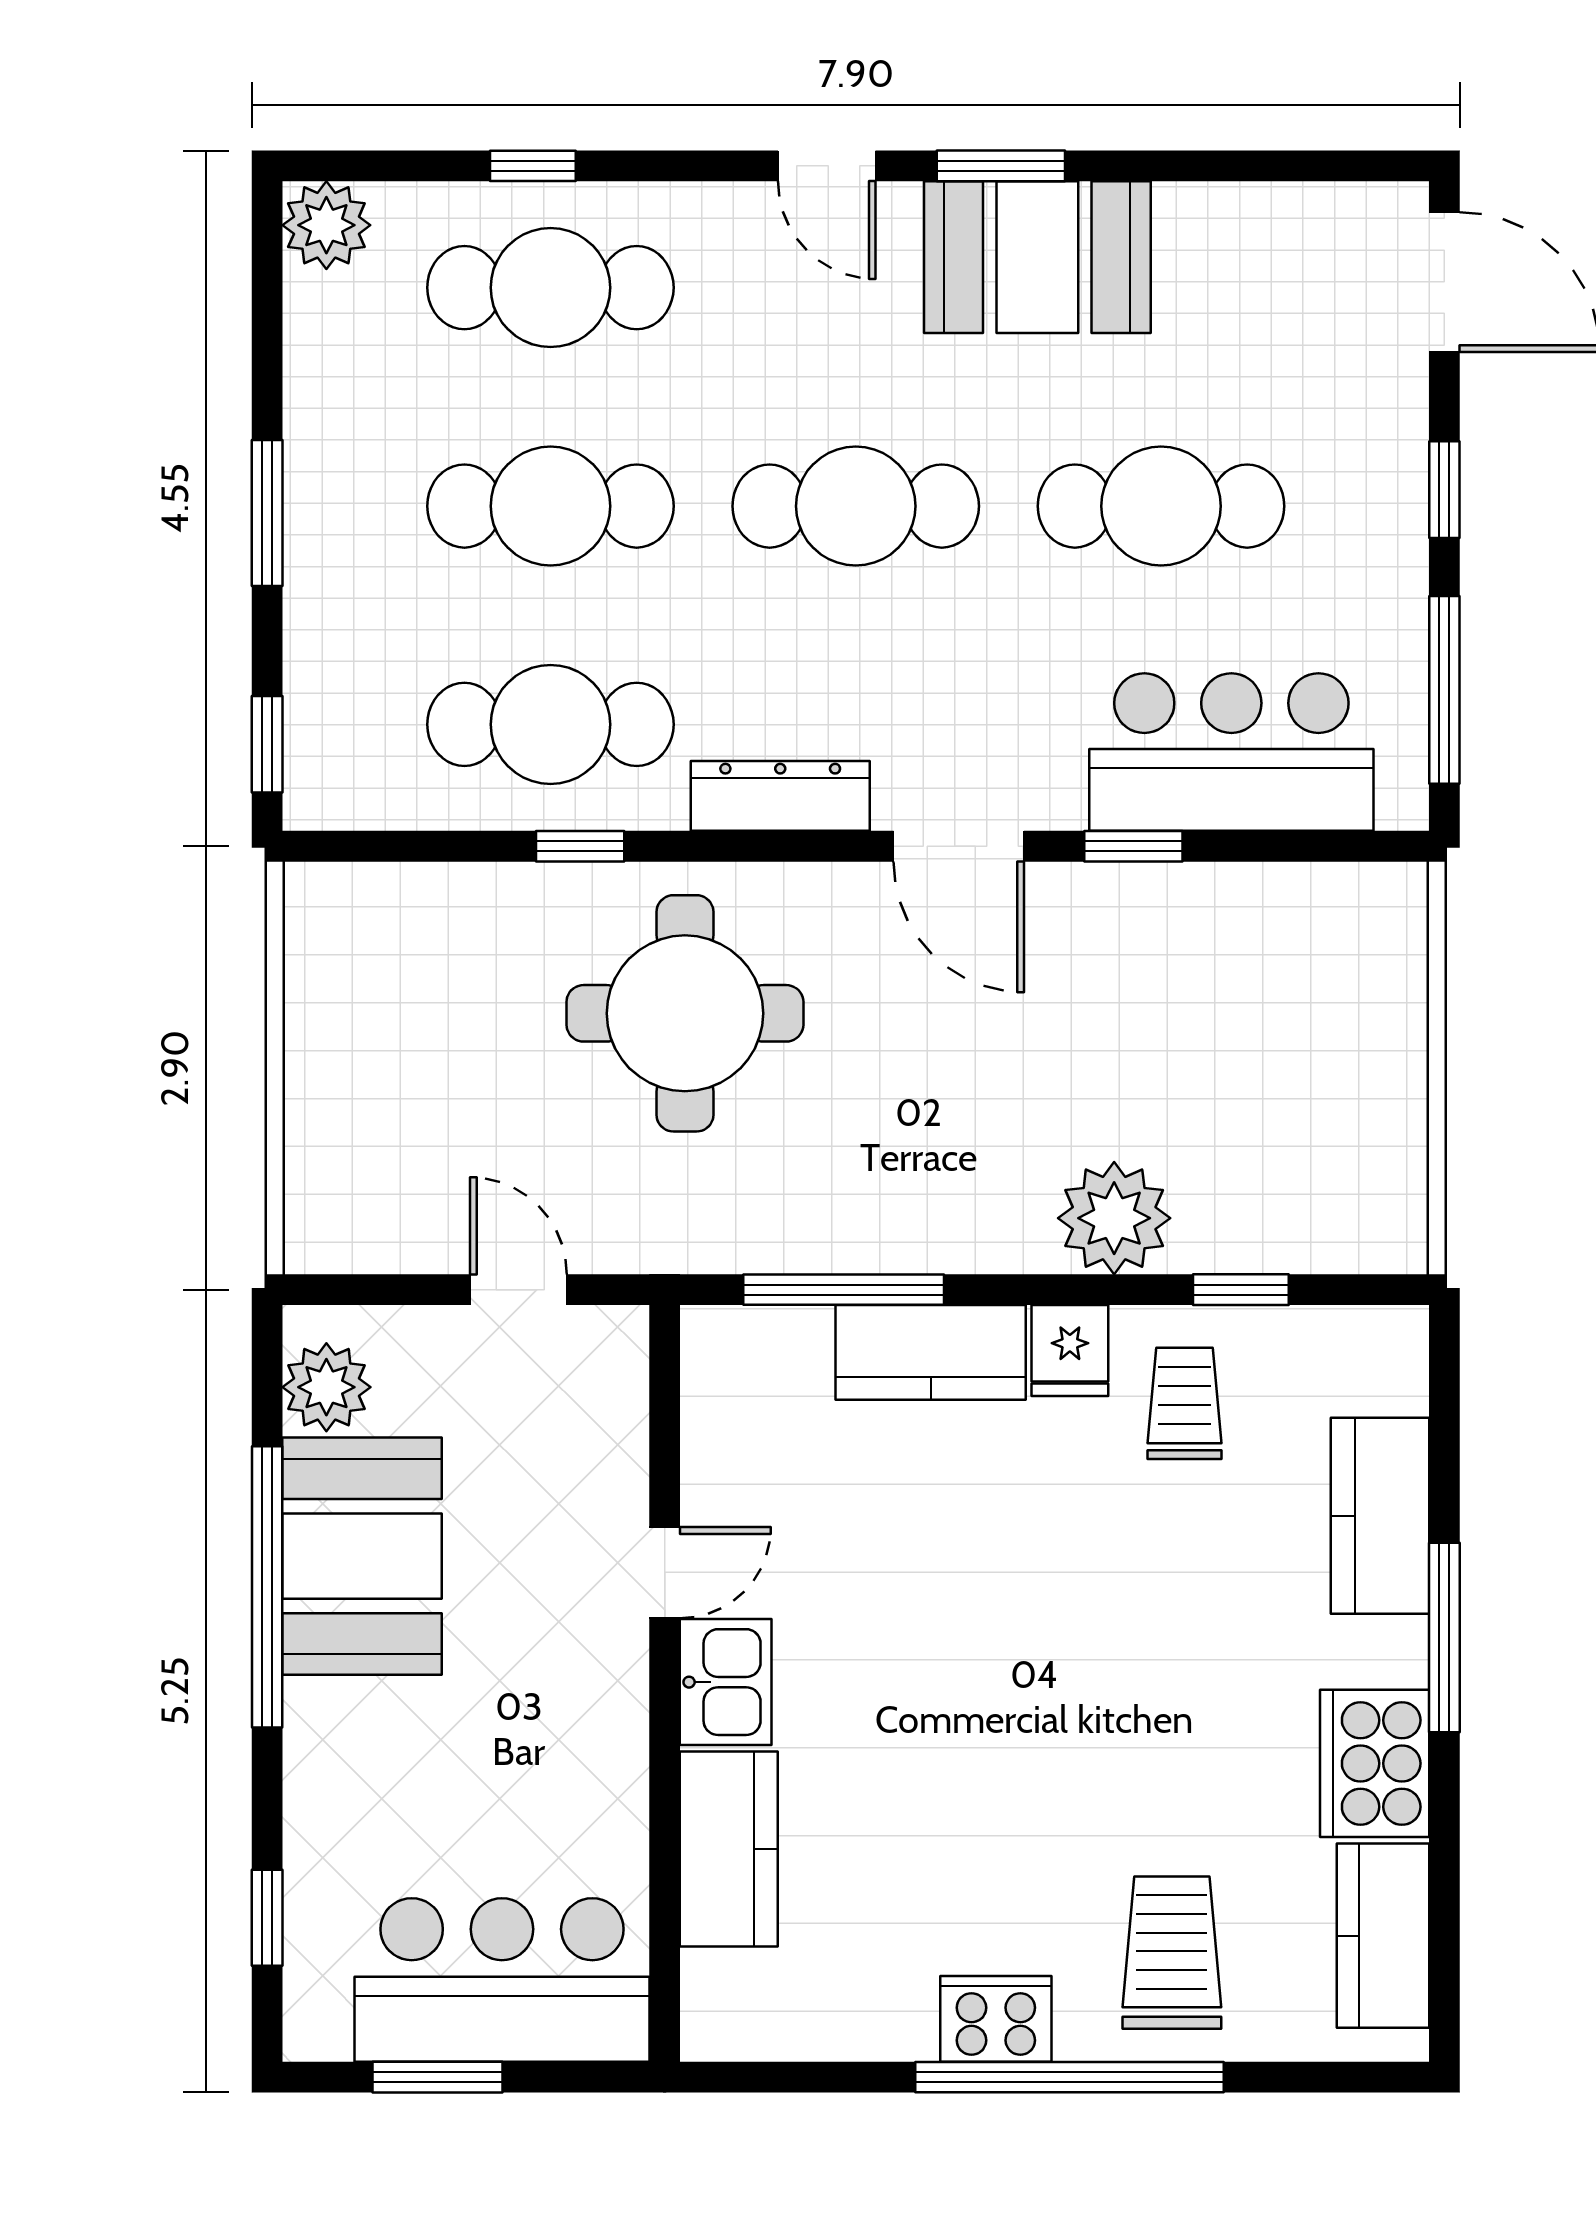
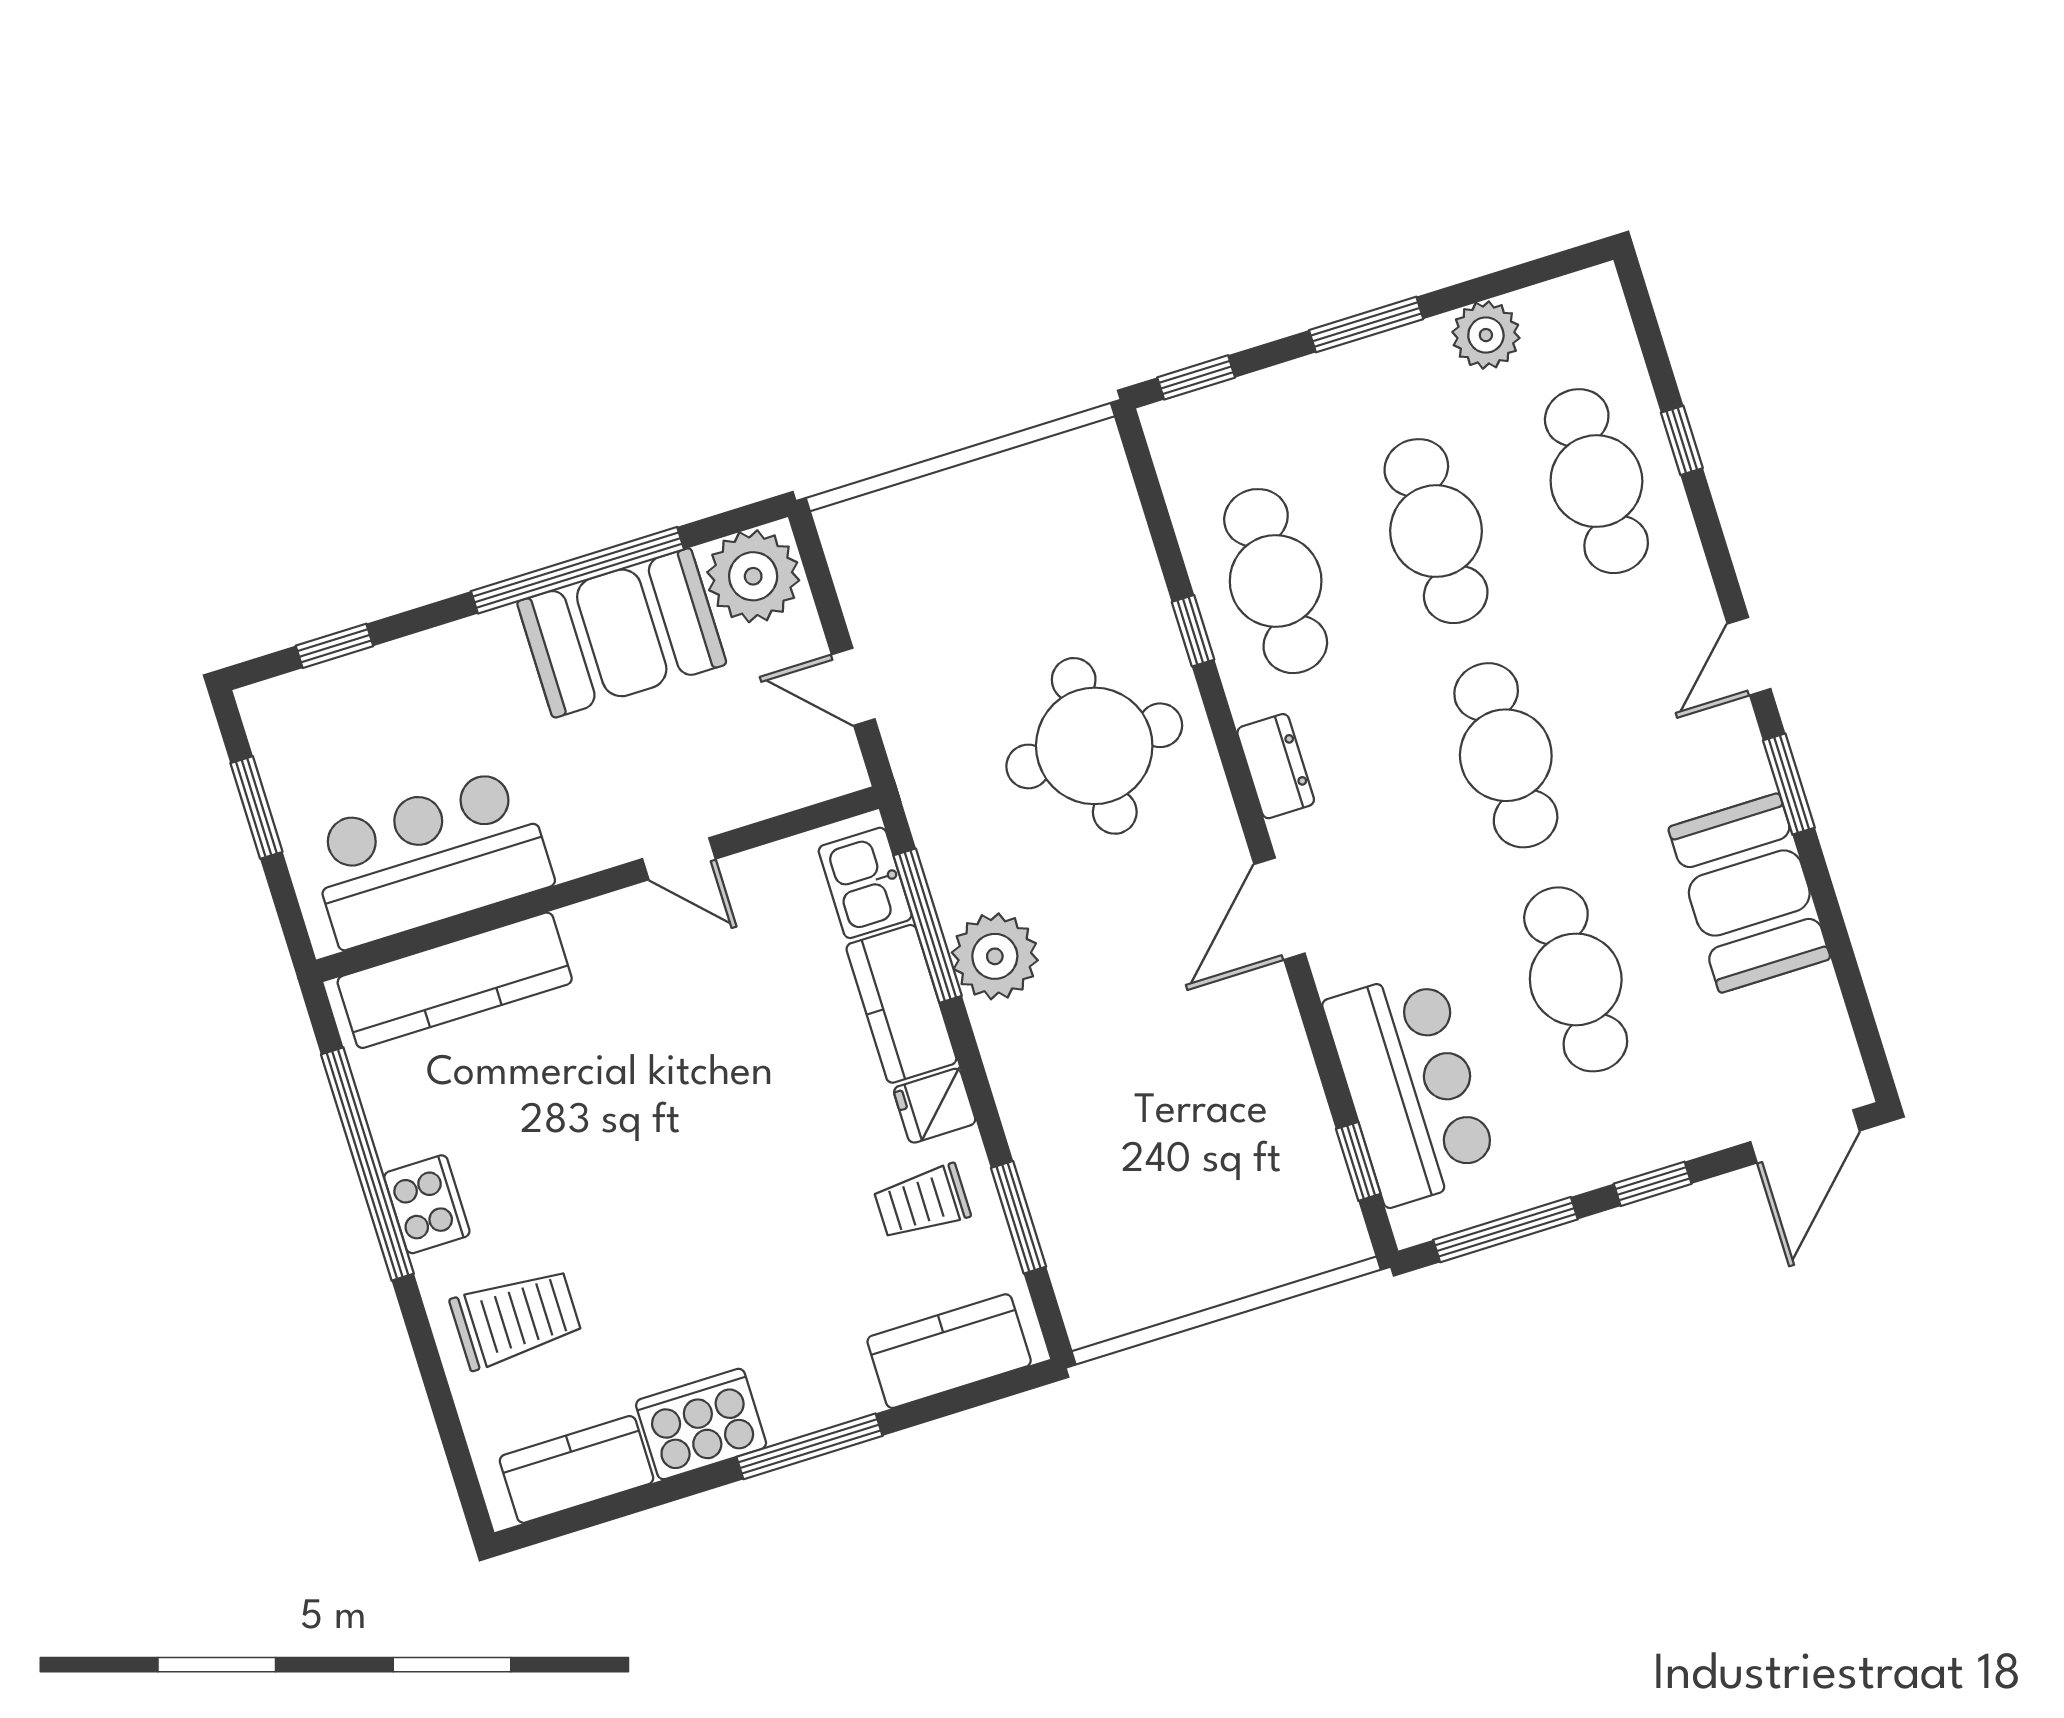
plant: (326, 225) -> (1486, 335), moved
booth: (1037, 257) -> (1749, 893), moved
dresser: (780, 796) -> (1276, 766), width x0.70
window: (1133, 846) -> (1358, 1161), moved
plant: (1114, 1218) -> (995, 956), moved
door: (518, 1290) -> (853, 687), swing flipped
window: (1241, 1290) -> (1018, 1217), width x1.50
plant: (326, 1387) -> (753, 576), width x1.36, depth x1.36
trolley: (1184, 1403) -> (922, 1202), turned 180
kitchen counter: (1380, 1516) -> (949, 1351), moved
kitchen sink: (726, 1682) -> (865, 883), moved, turned 90
kitchen counter: (729, 1849) -> (455, 980), width x1.50
bar counter: (502, 1980) -> (430, 858), moved, turned -90
window: (1069, 2077) -> (367, 1164), moved

